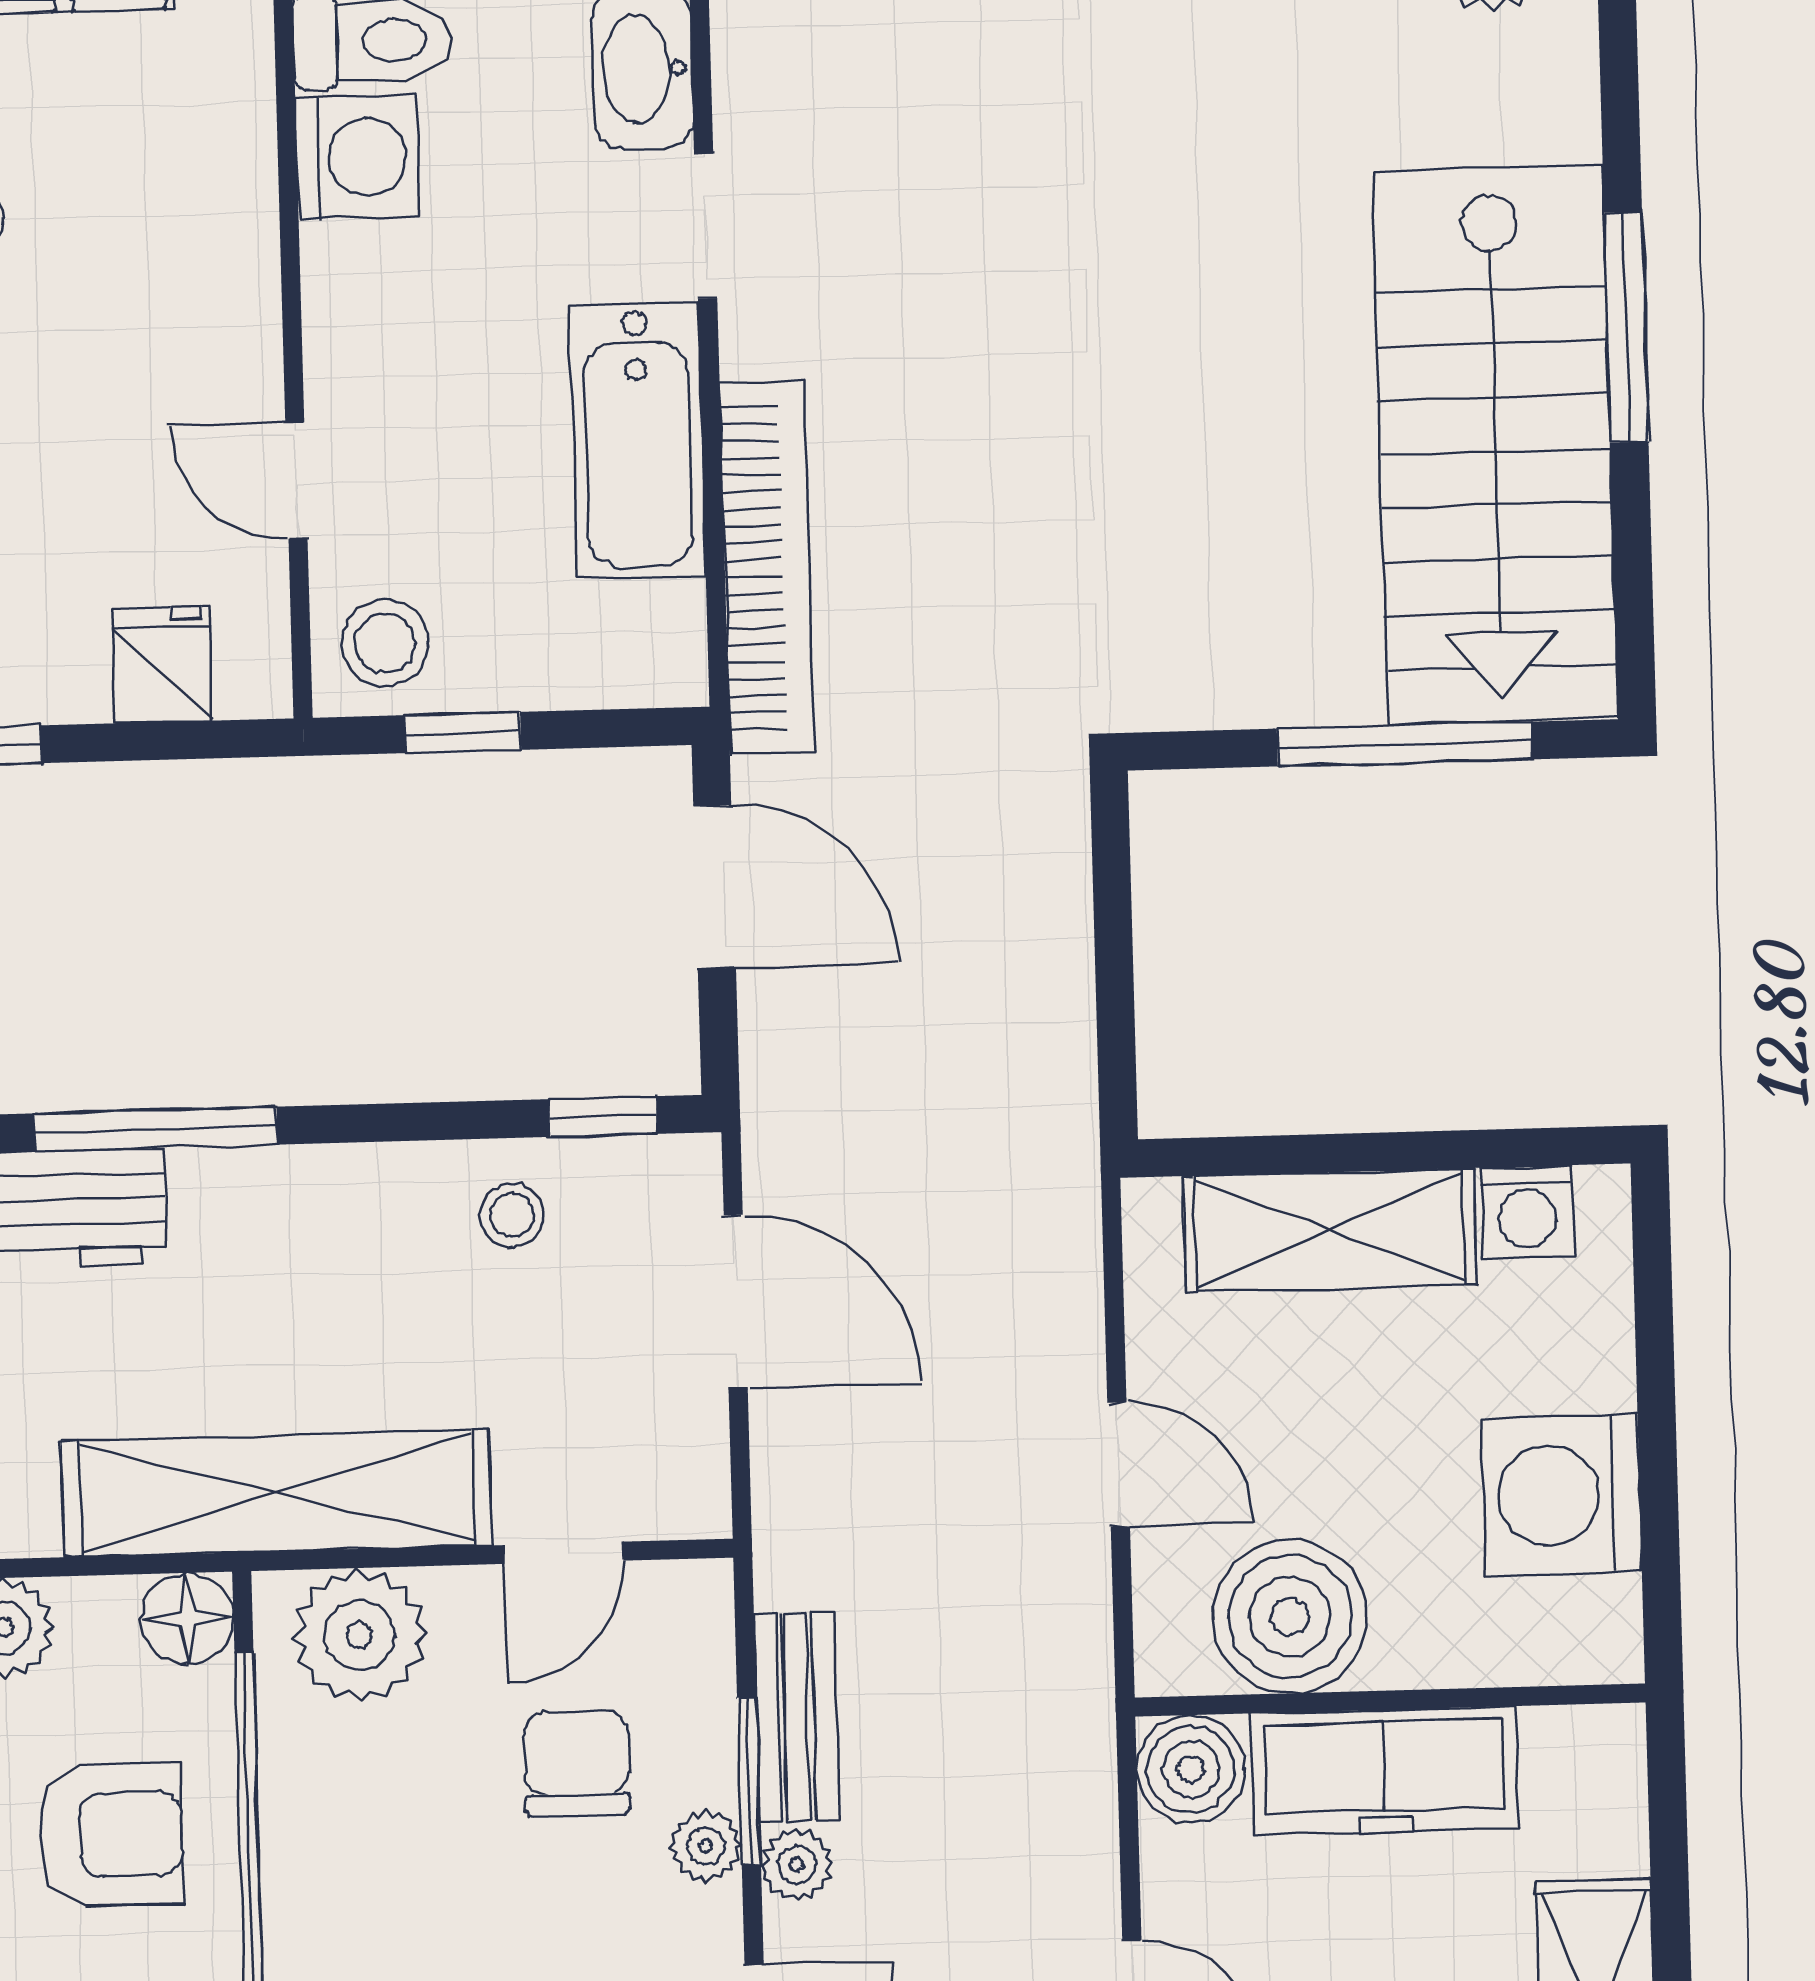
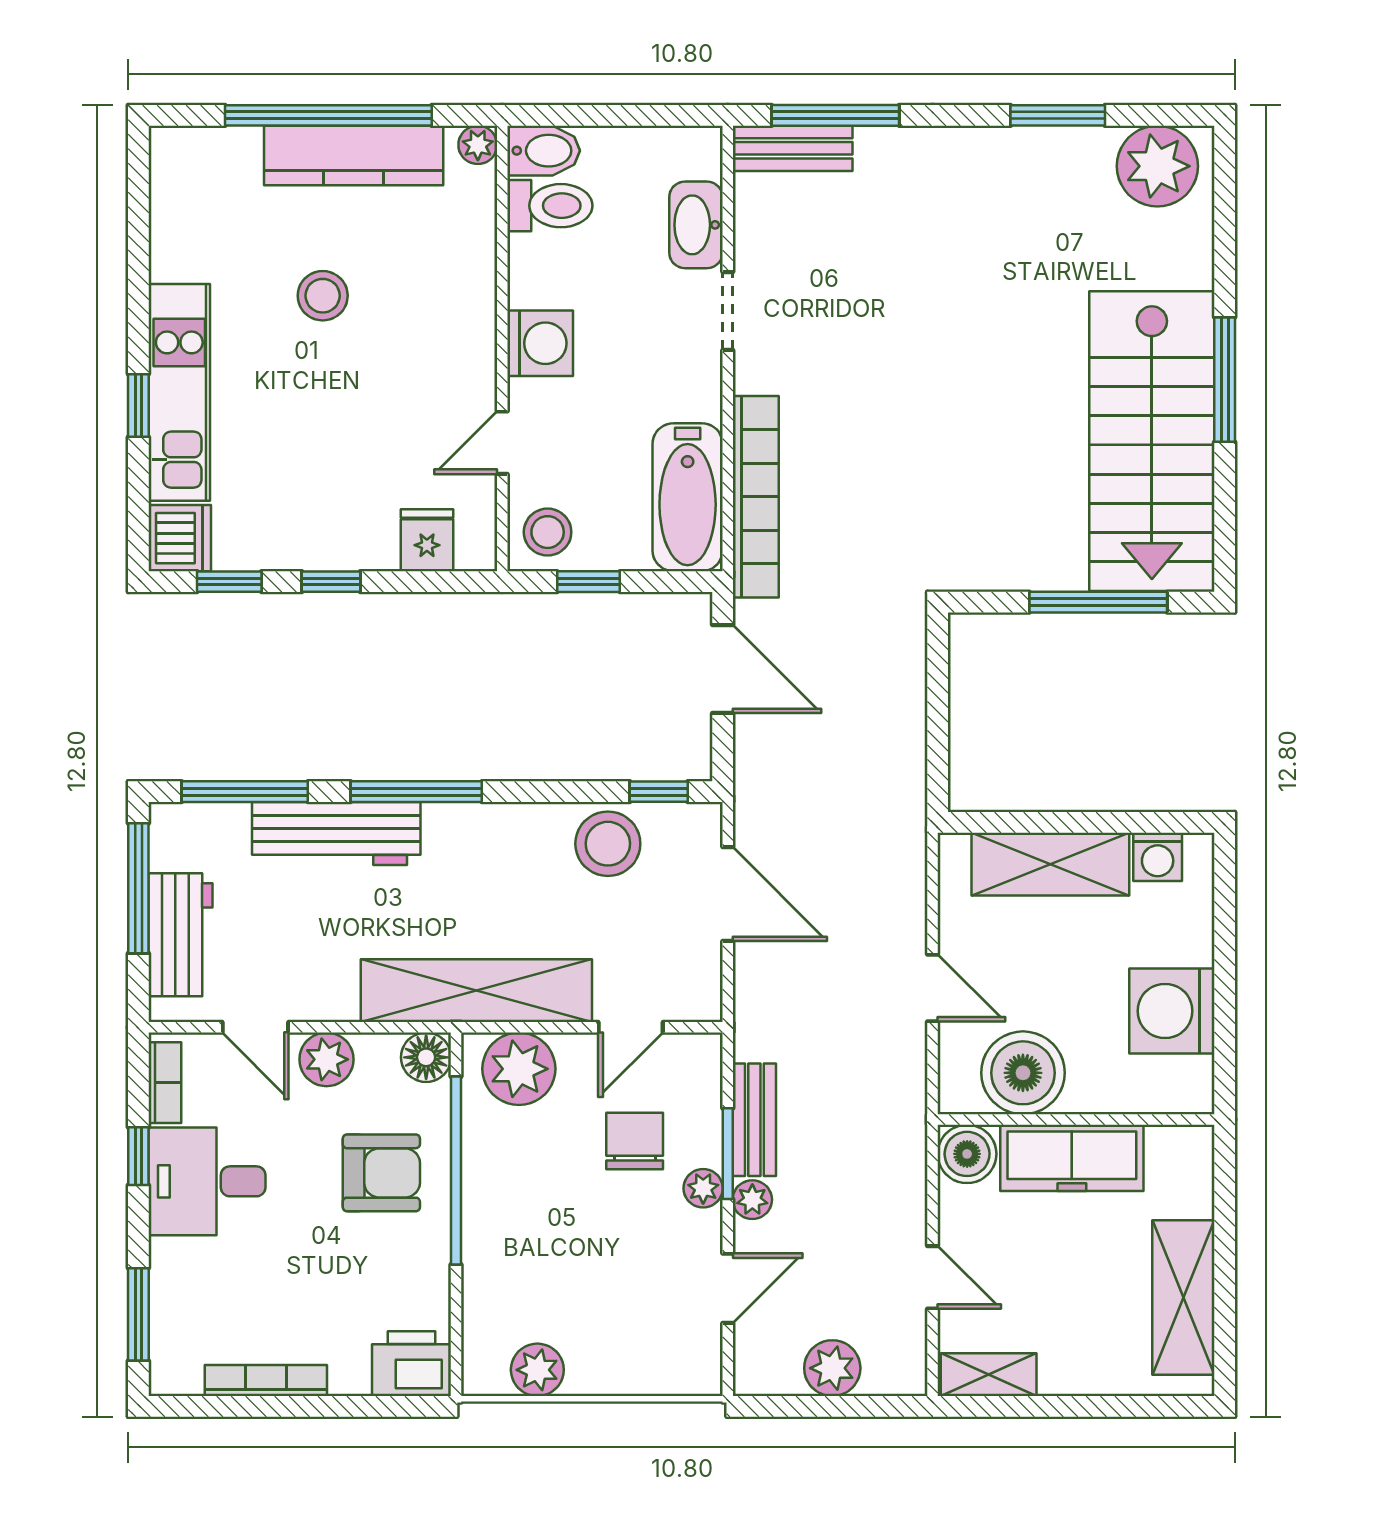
washing machine: (357, 157) -> (540, 343), moved
bathtub: (638, 441) -> (688, 497), moved
door: (296, 480) -> (502, 443), hinge flipped
stool: (512, 1215) -> (608, 844), width x1.89, depth x1.89

